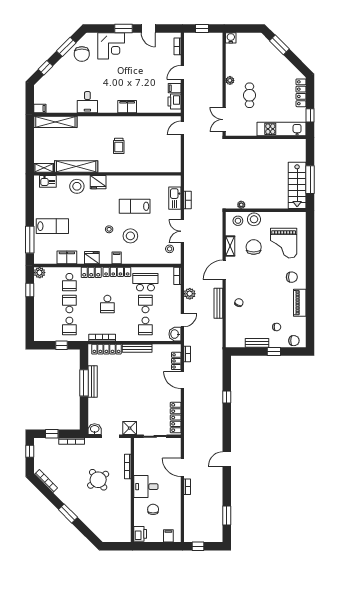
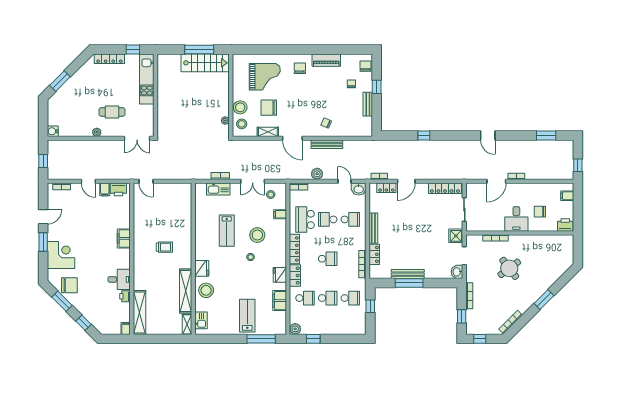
printer: (71, 108) -> (125, 296), added
filing cabinet: (117, 258) -> (280, 214), moved
school desk: (69, 304) -> (328, 298), turned 180
locker: (106, 349) -> (374, 254), width x0.66

